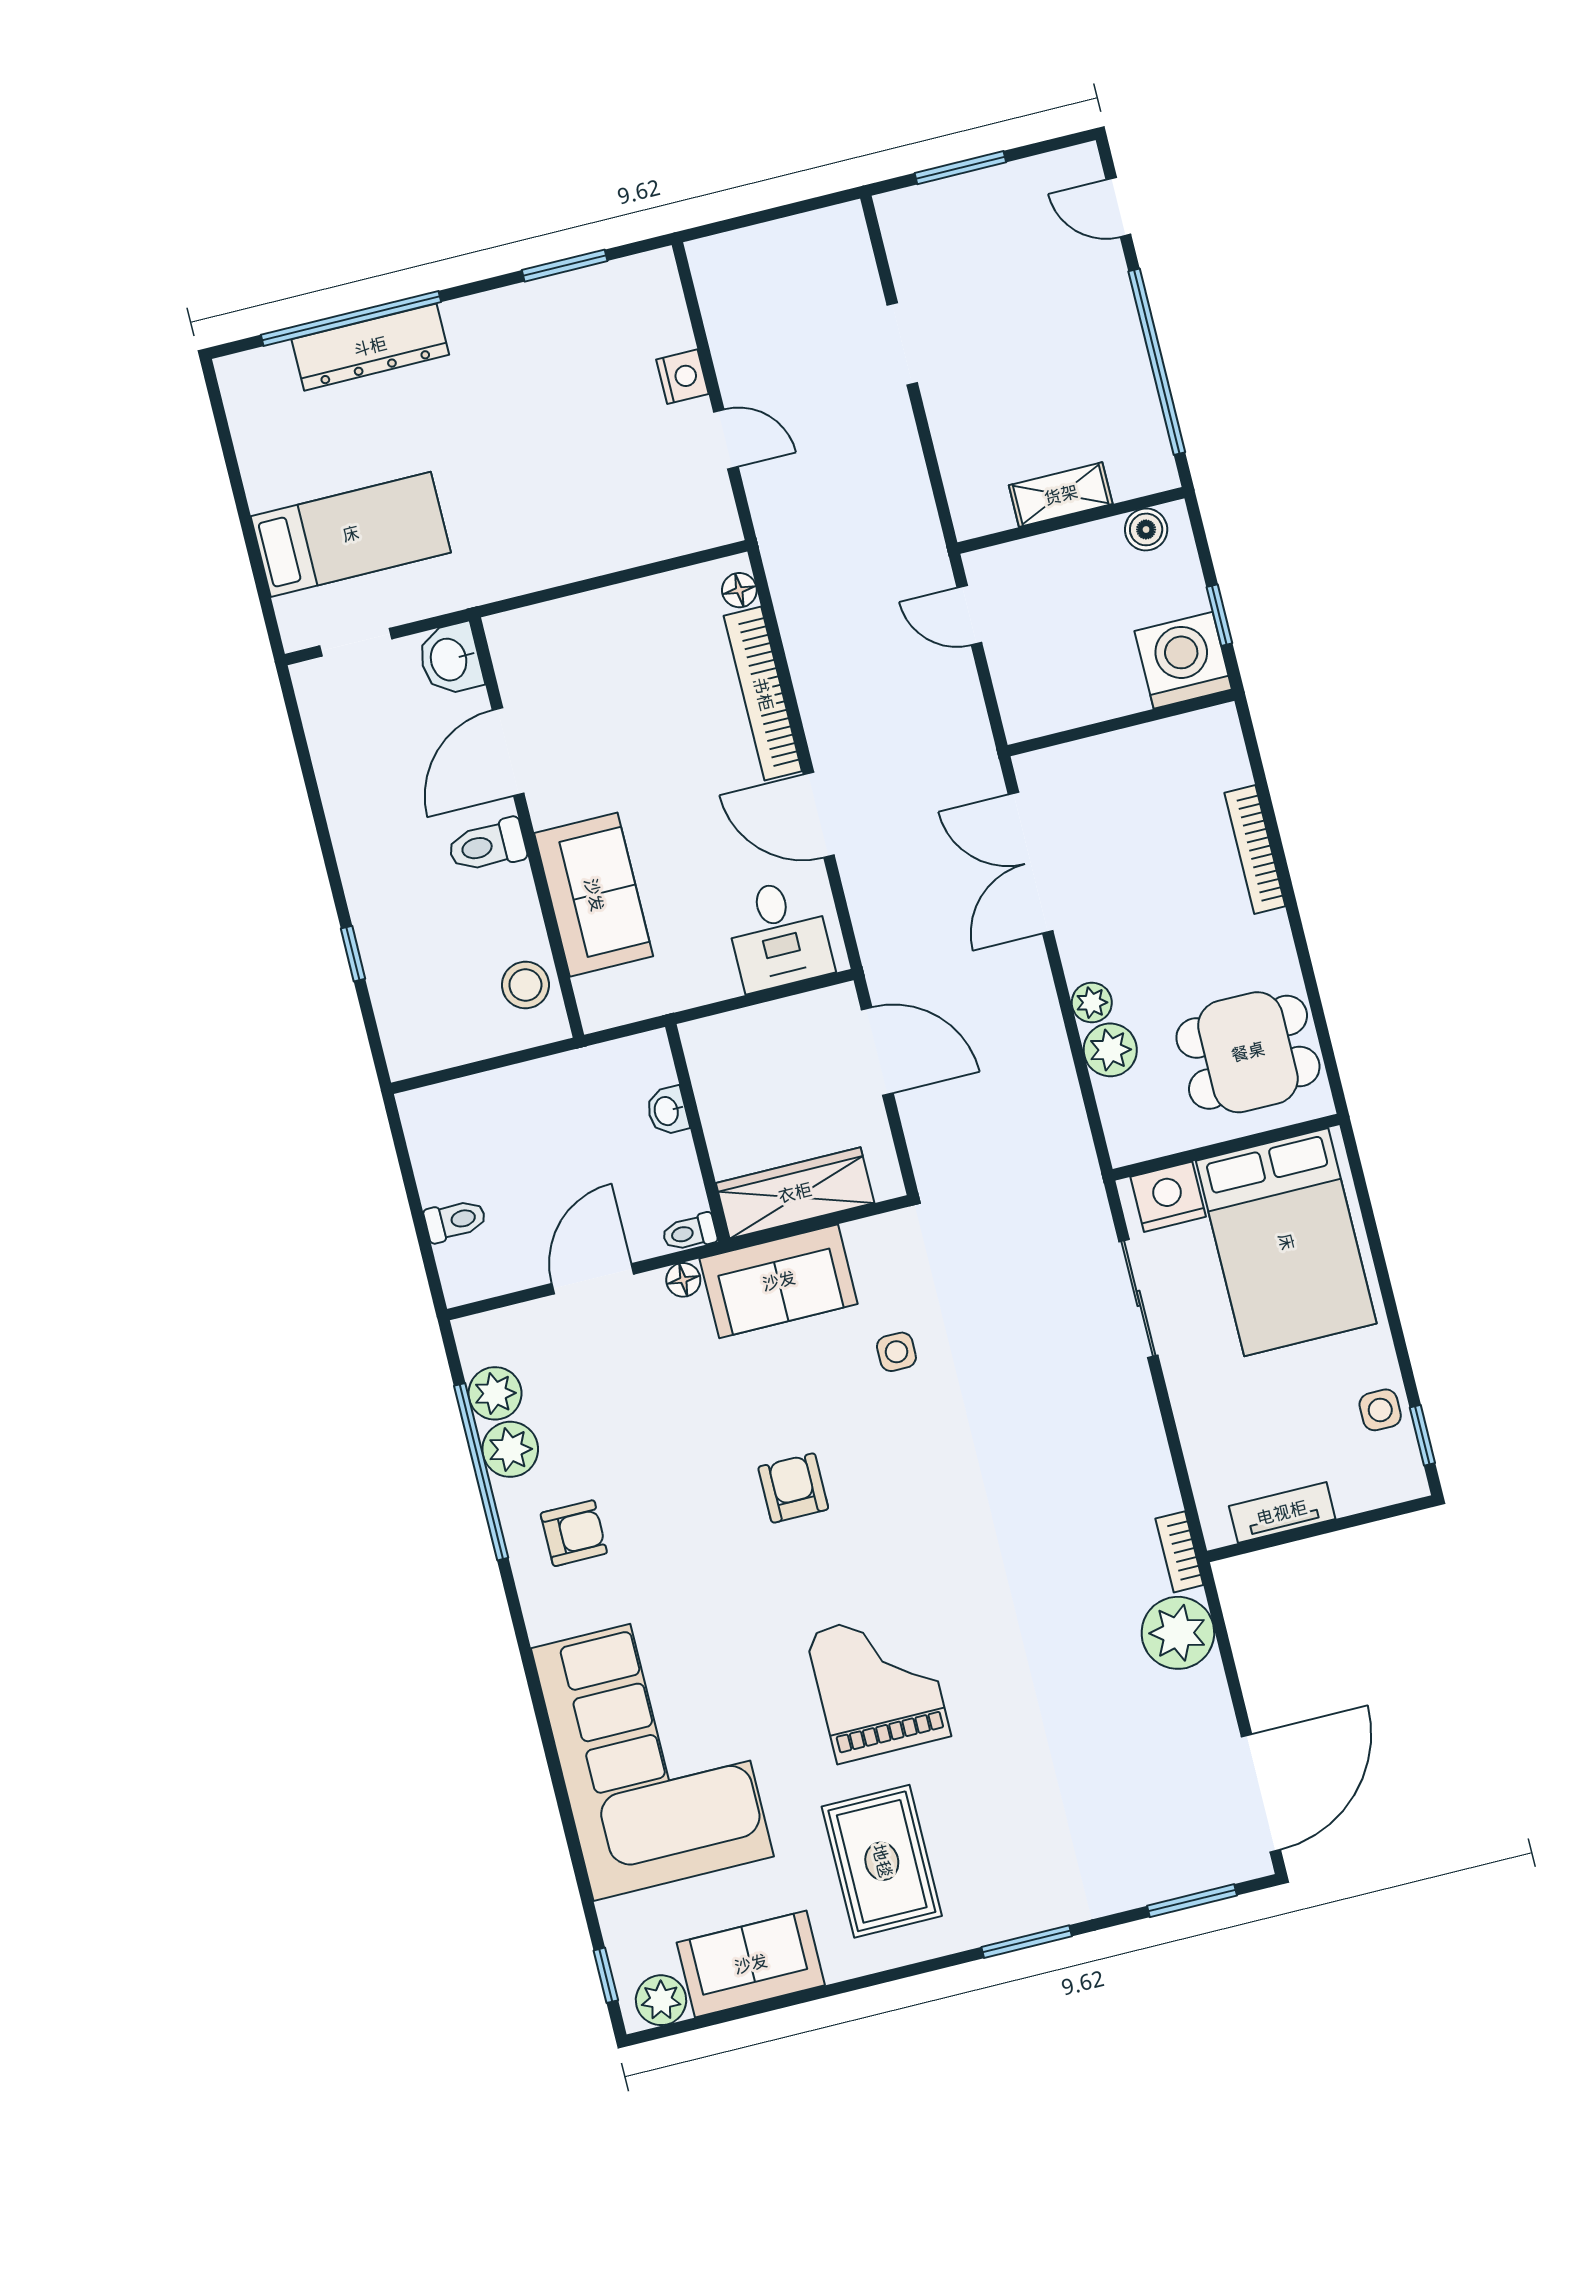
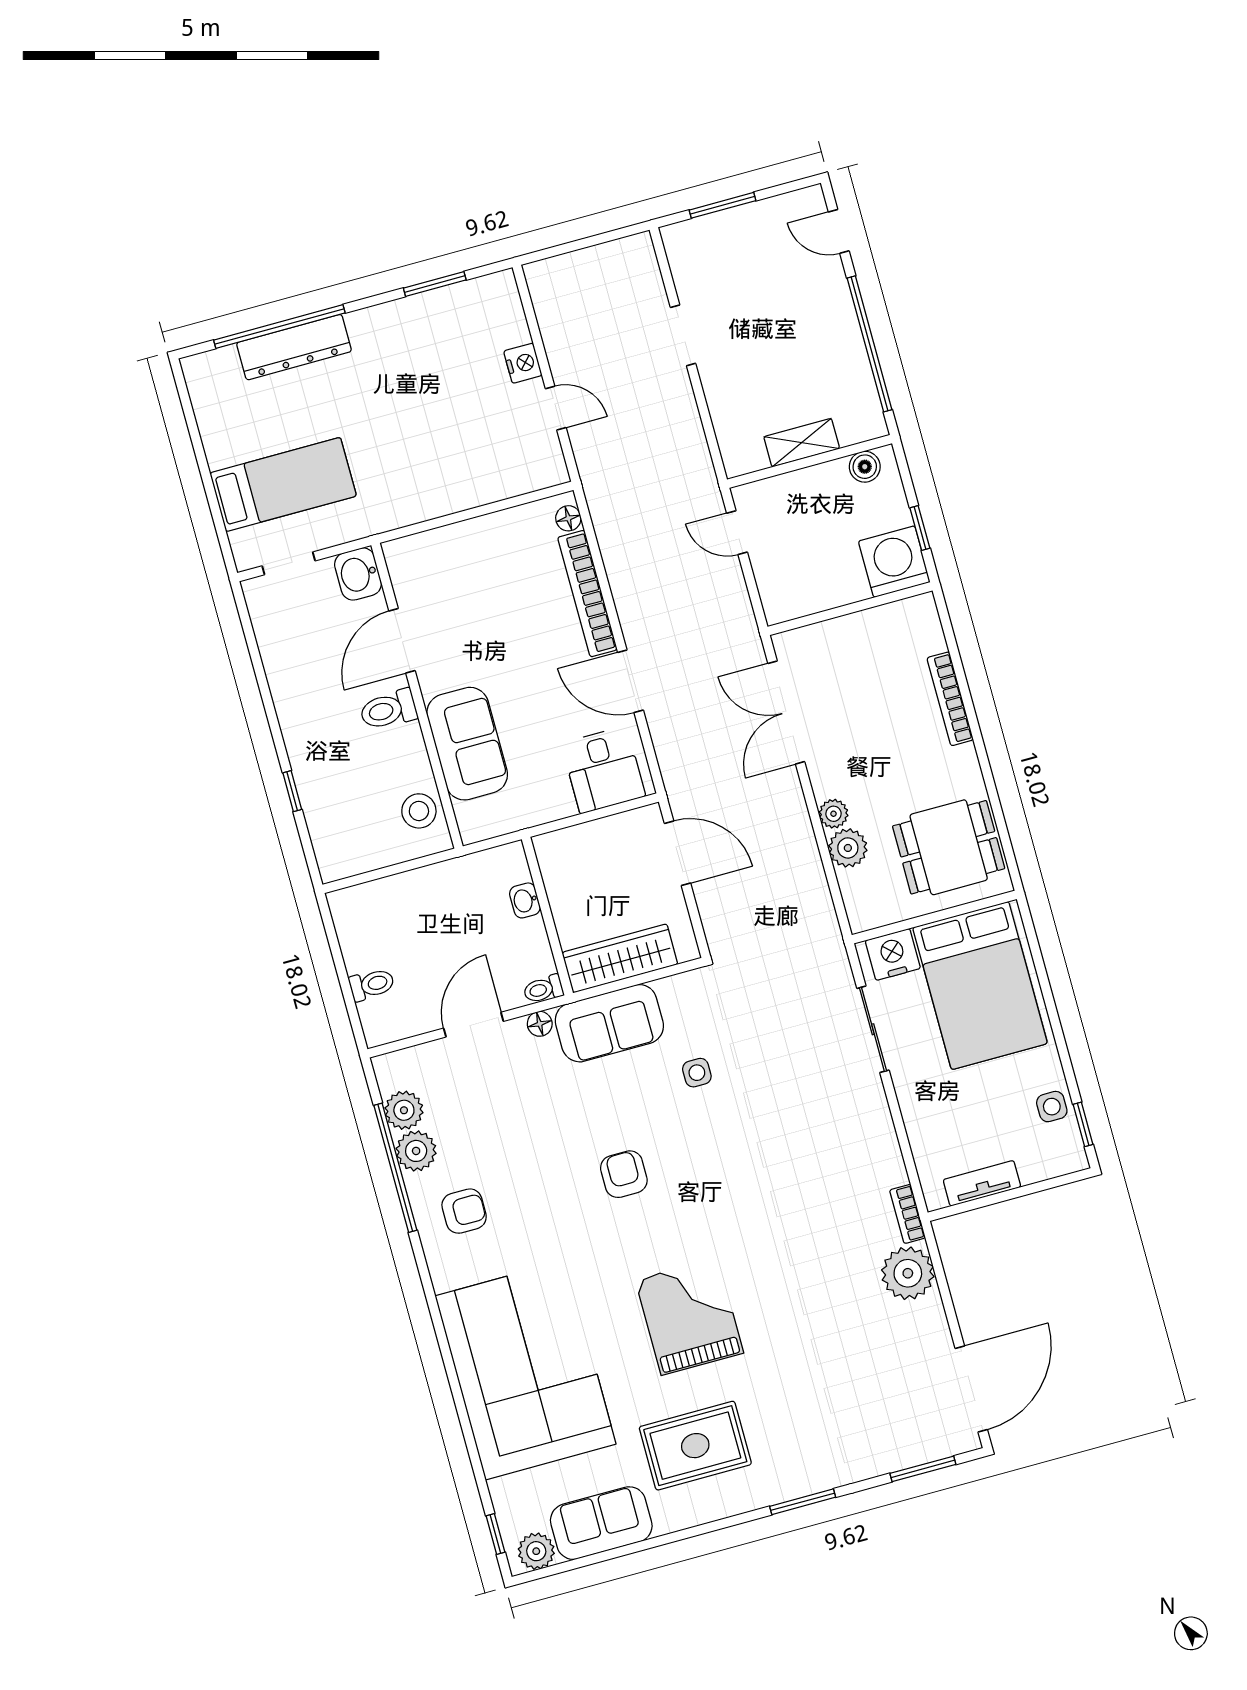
rug: (882, 1861) -> (695, 1446), turned 90

